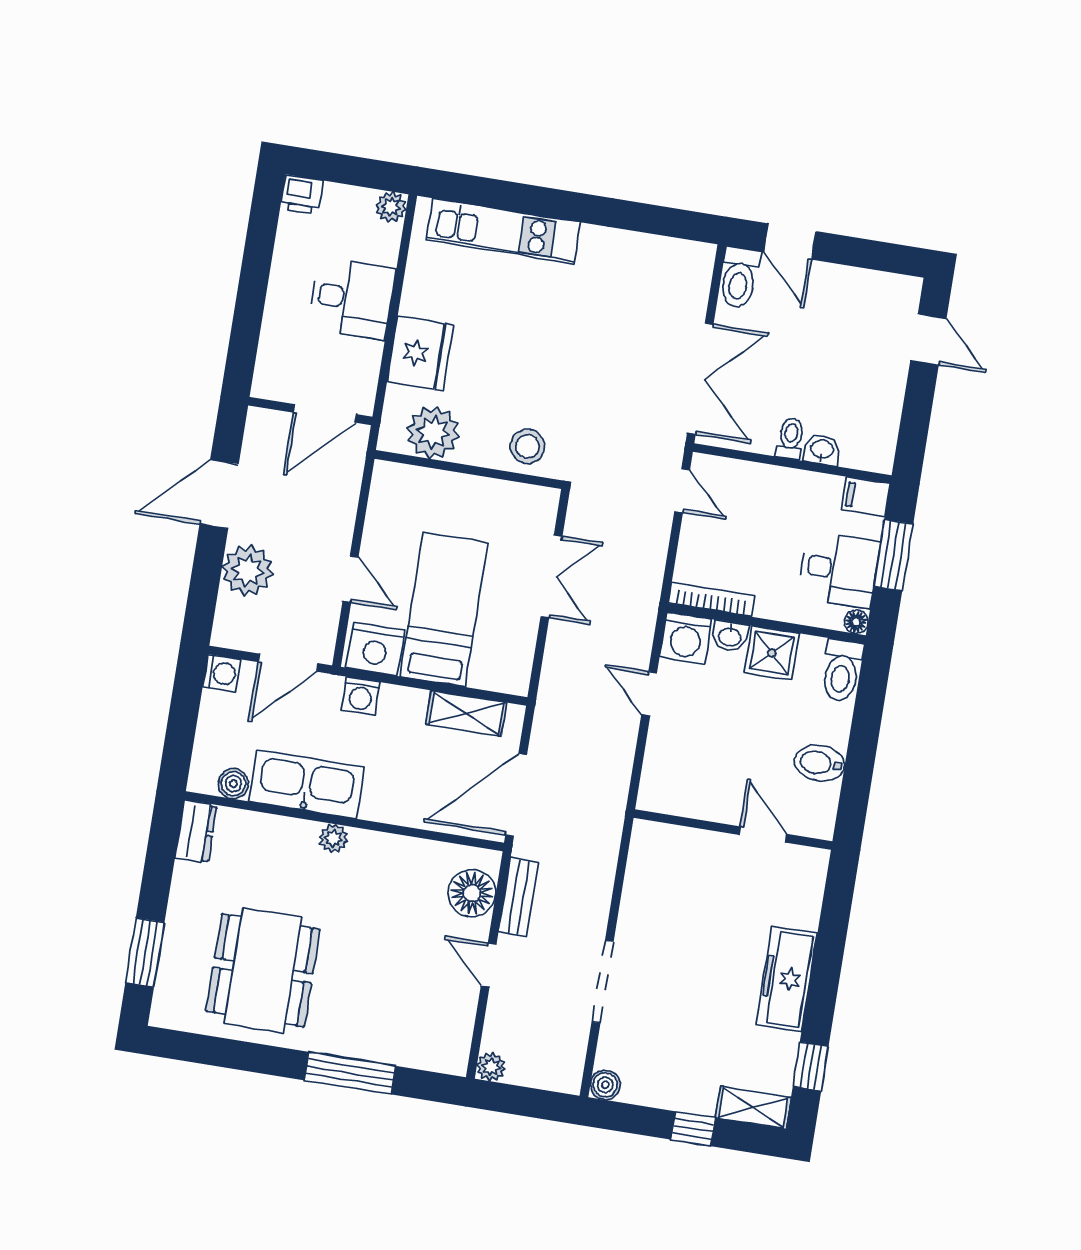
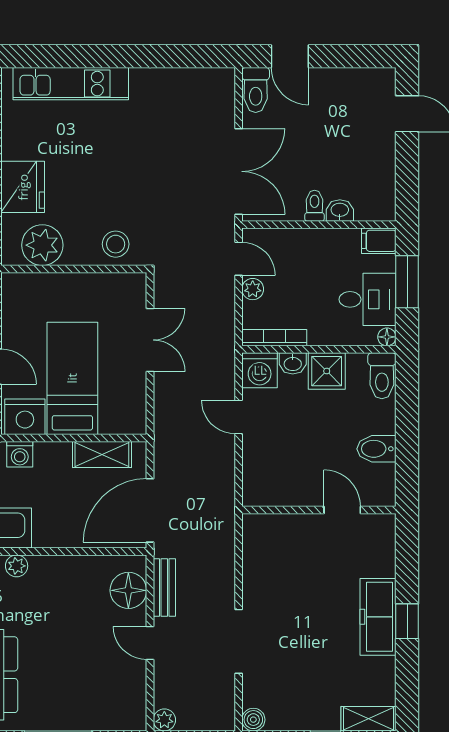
plant: (694, 532) -> (253, 289), added
window: (811, 1066) -> (407, 621), moved

